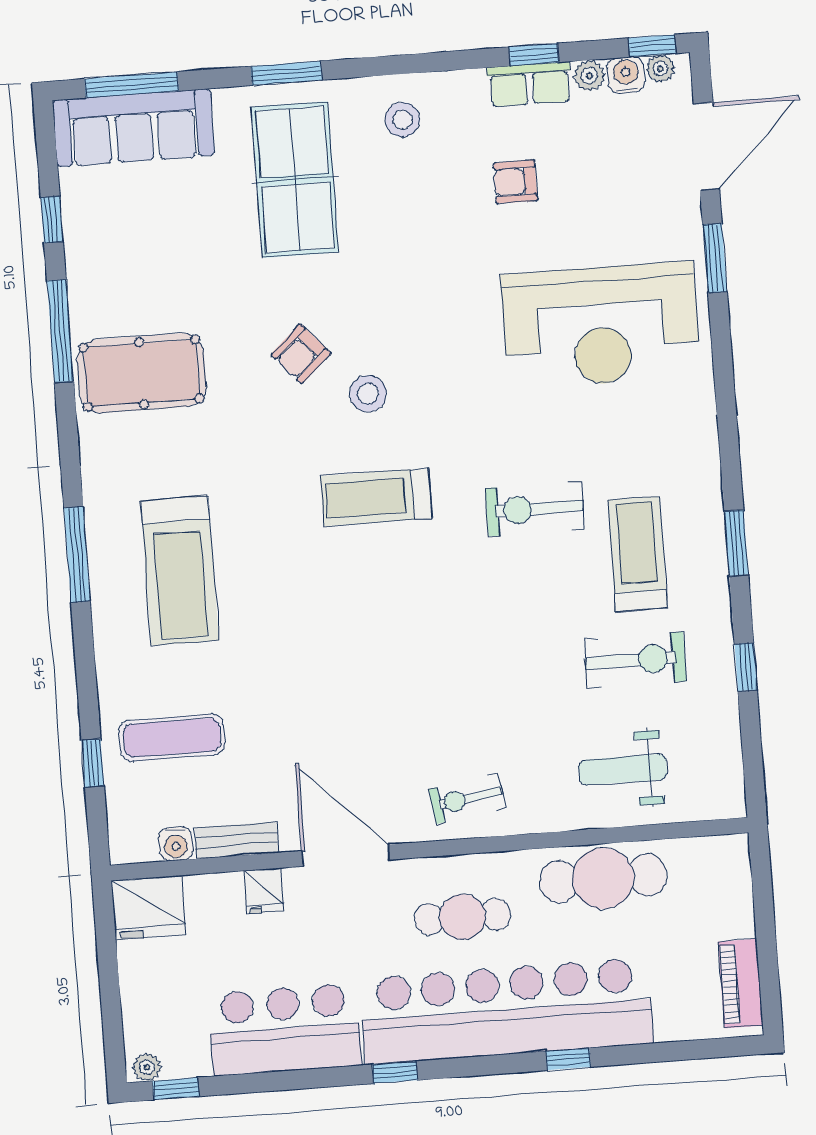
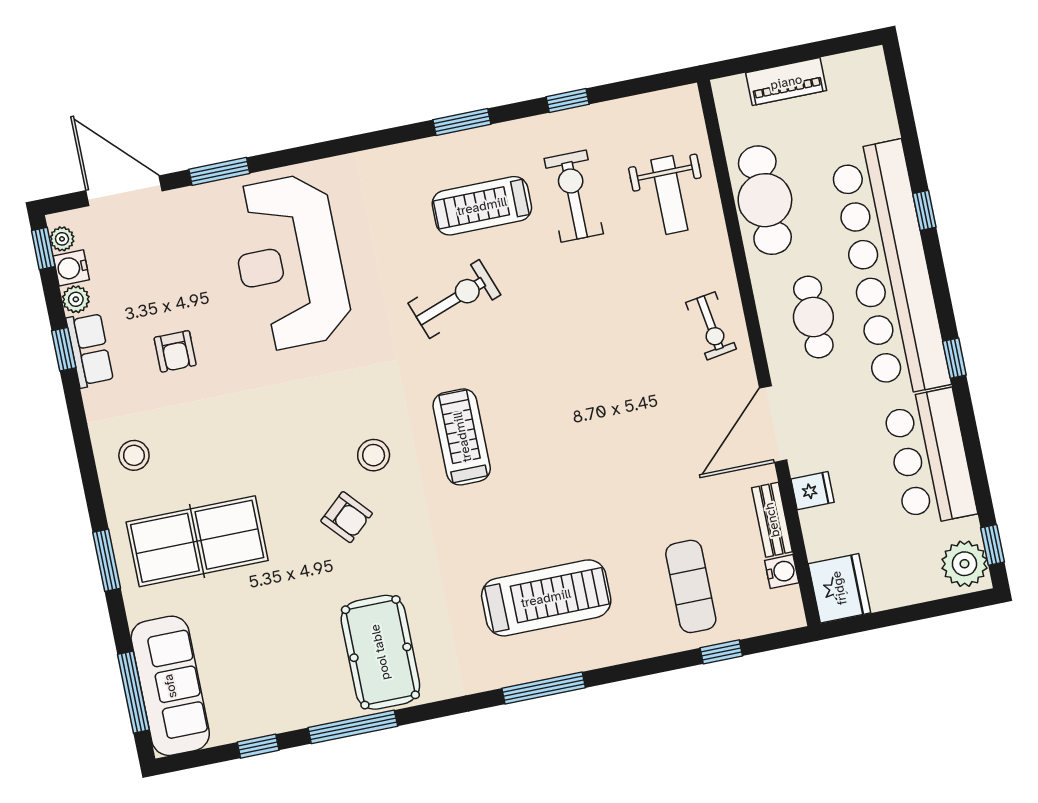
reception desk: (601, 325) -> (289, 262), turned 180
treadmill: (376, 497) -> (462, 437), turned 180
exercise bike: (535, 509) -> (454, 299), turned -110
piano: (740, 984) -> (786, 82), moved
plant: (147, 1067) -> (964, 564), width x1.88, depth x1.88

